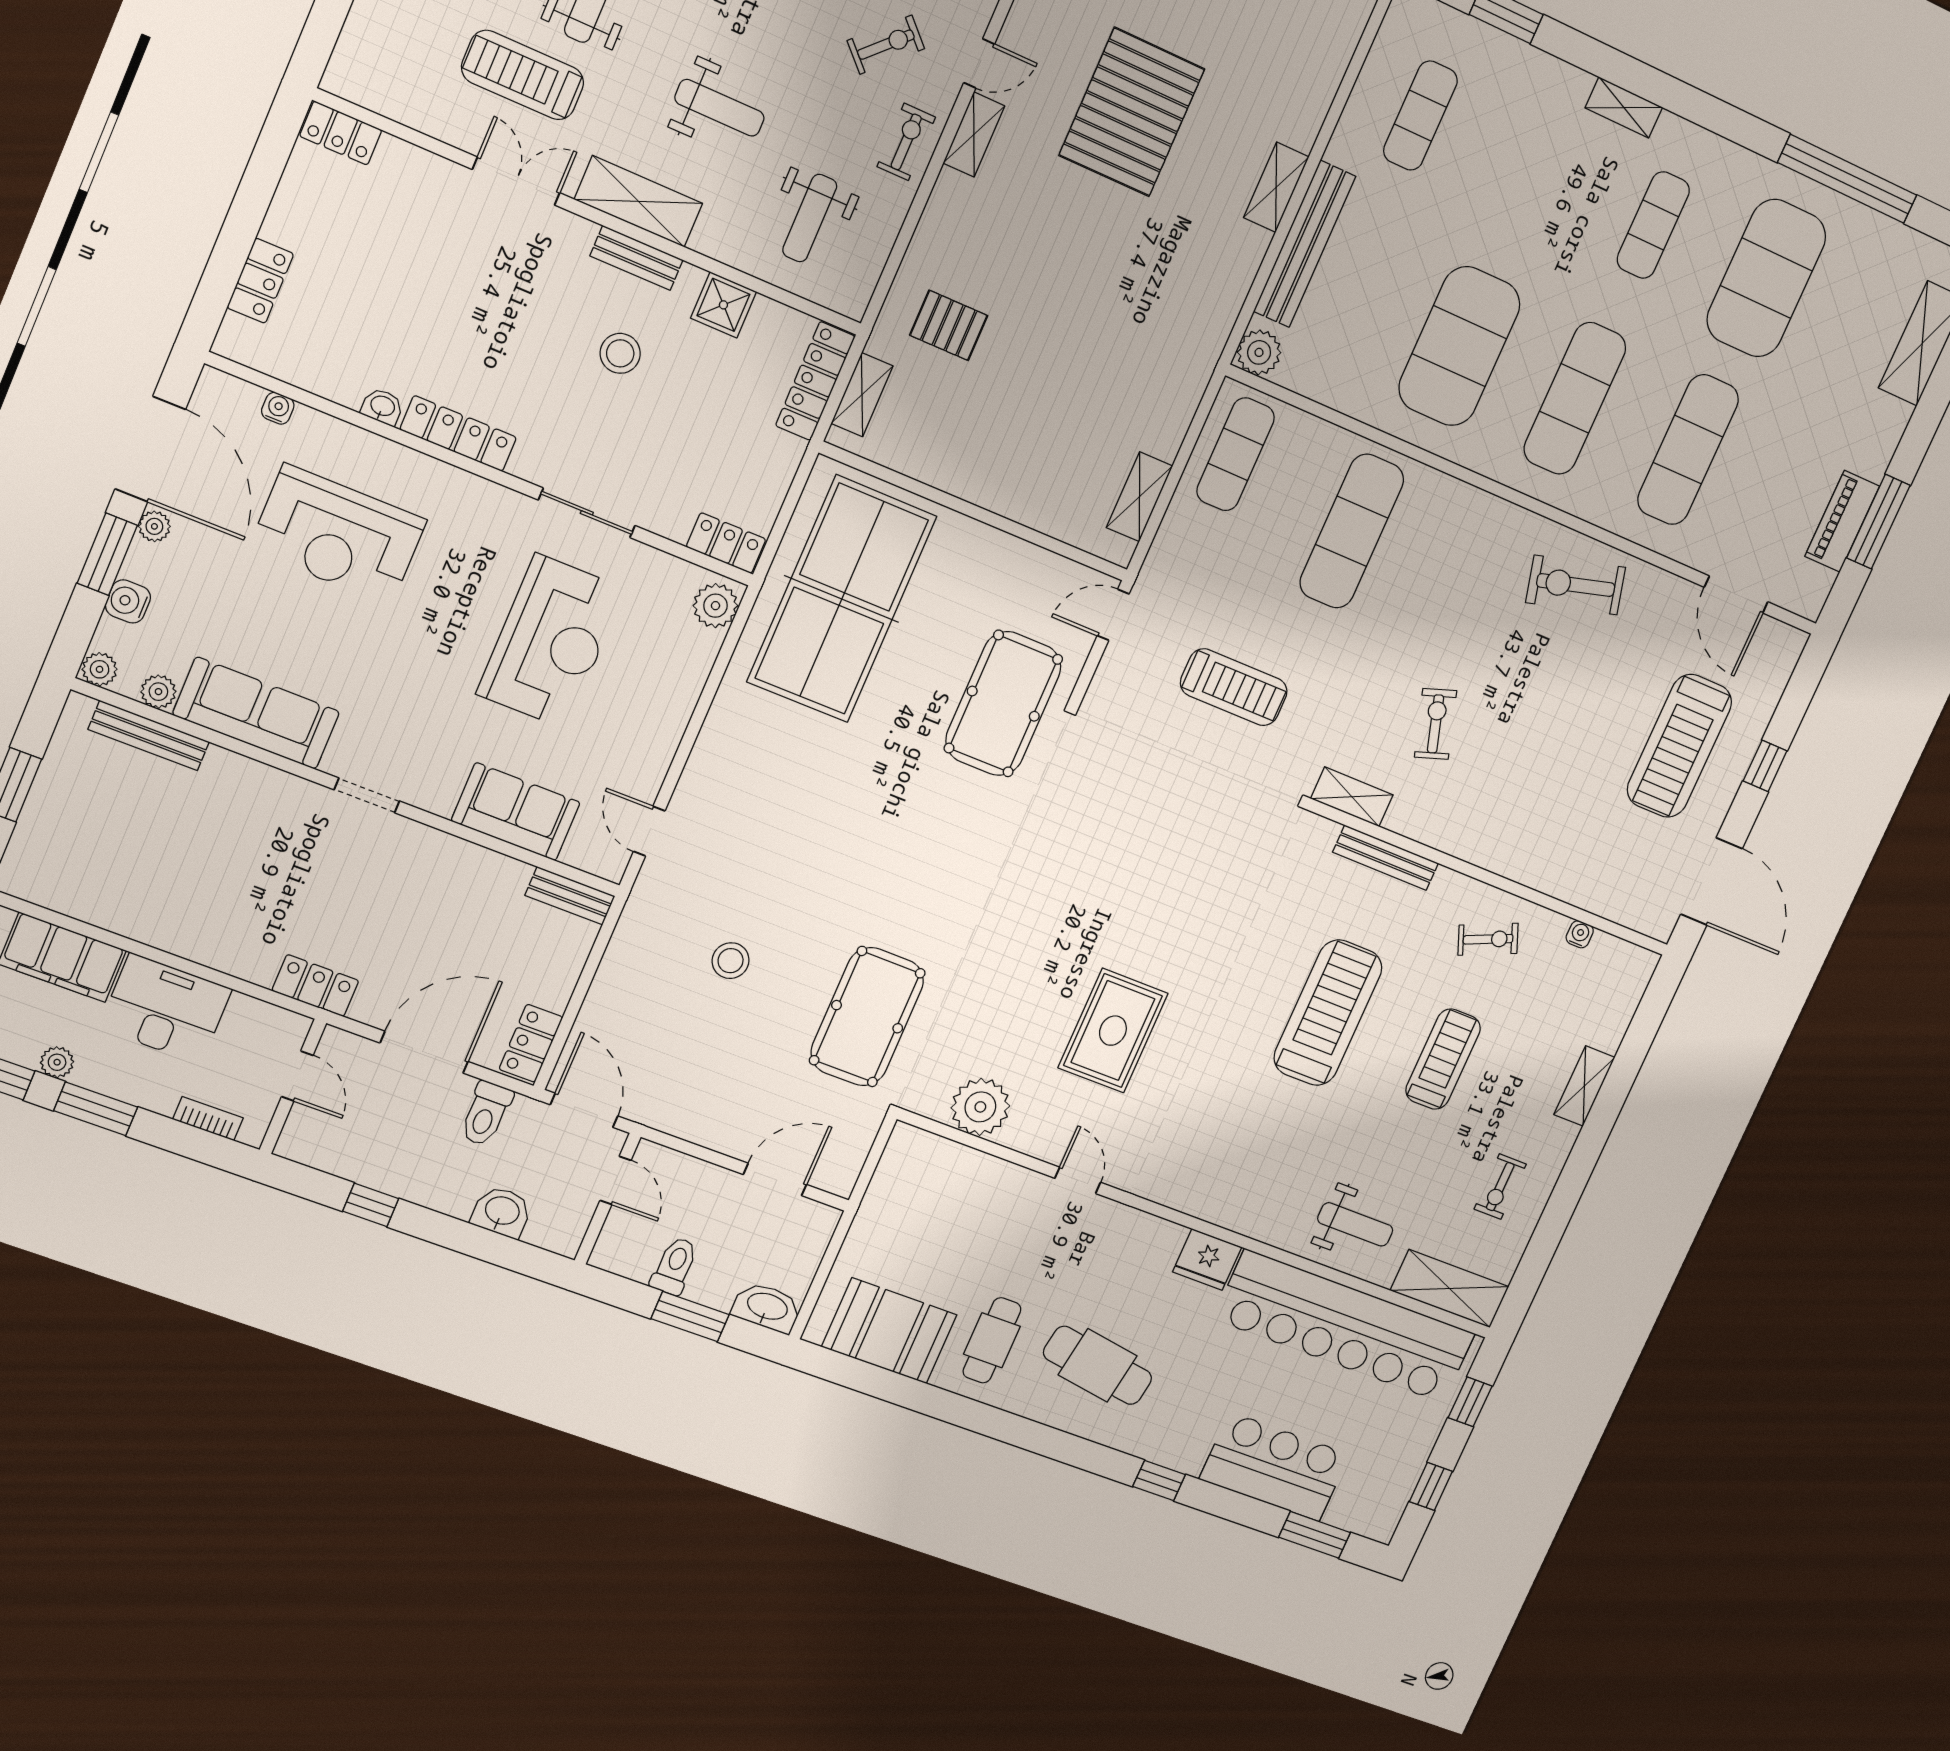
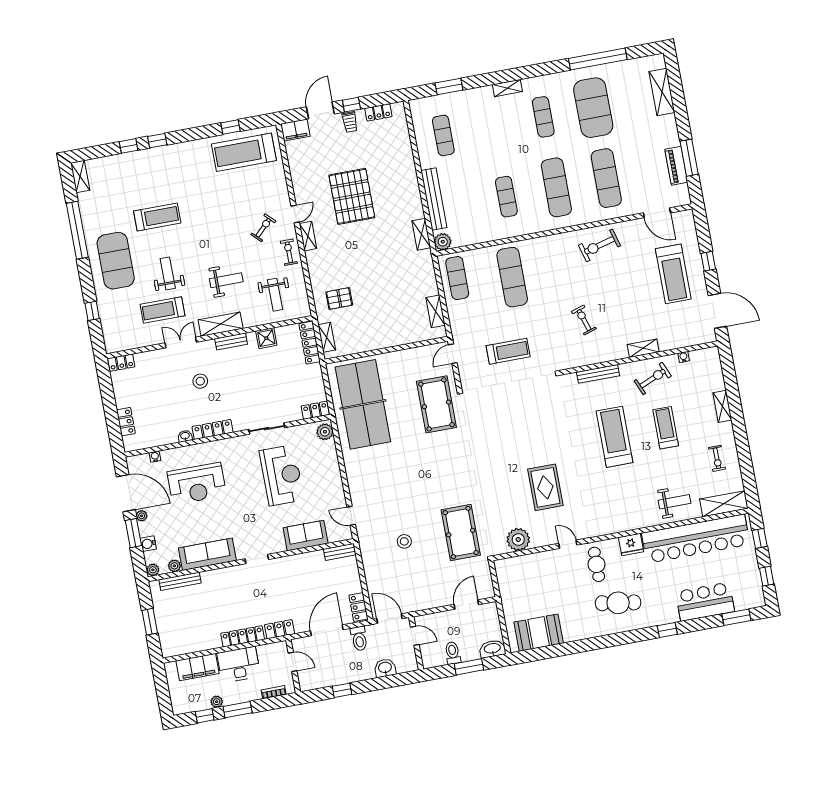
shelving: (1276, 187) -> (421, 234), moved
exercise mat: (1459, 346) -> (506, 197), width x0.50, depth x0.69
stool: (620, 353) -> (200, 381), moved
shelving: (1352, 797) -> (643, 348), moved
exercise bike: (1488, 939) -> (653, 378), width x1.38, depth x1.39
locker: (217, 951) -> (243, 636), added
cafe table: (992, 1340) -> (597, 564), moved

